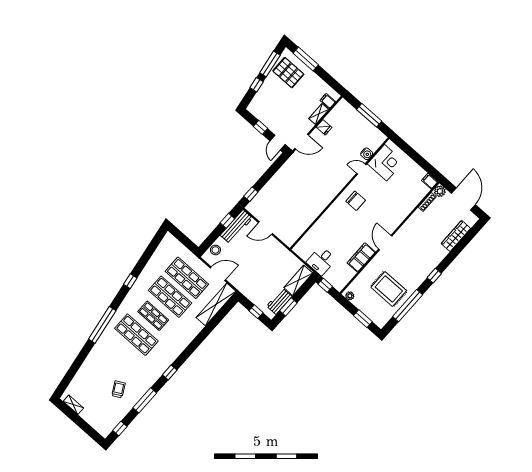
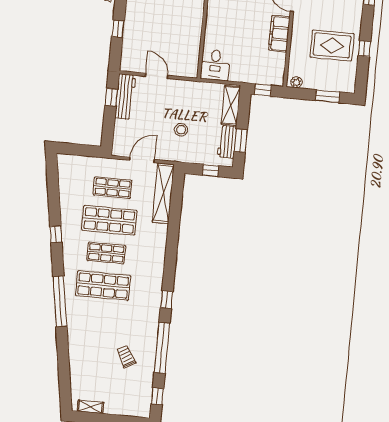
window: (251, 194) -> (118, 29), moved
door: (265, 228) -> (157, 76), swing flipped
stool: (215, 250) -> (181, 130), moved
desk: (321, 261) -> (215, 65), moved
shop shelf: (187, 278) -> (112, 188), width x0.70, depth x0.74
window: (408, 306) -> (364, 49), width x0.32
window: (145, 400) -> (162, 348), width x1.46

